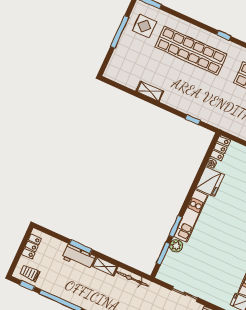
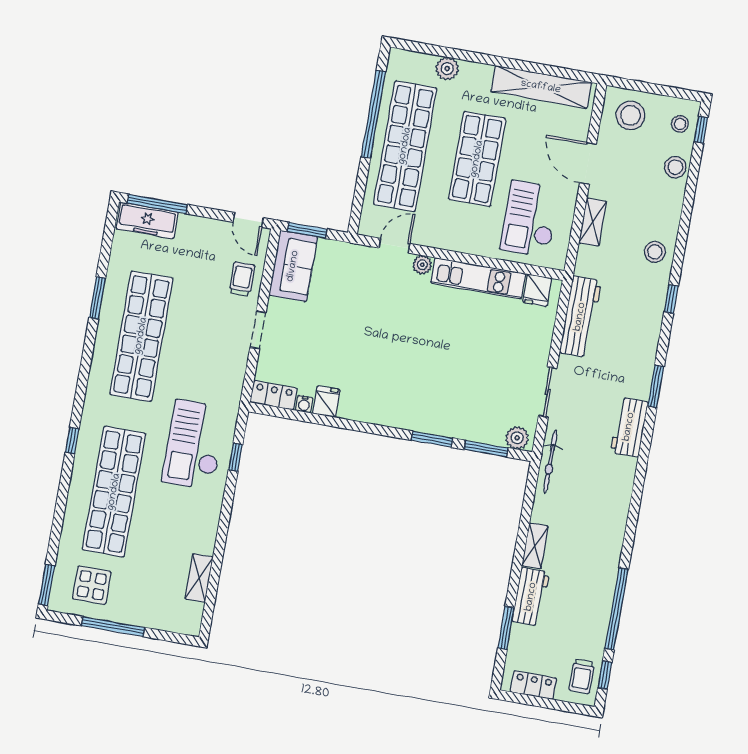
shelving: (150, 91) -> (199, 578), moved
checkout: (205, 100) -> (194, 445), added
fridge: (210, 182) -> (326, 402), width x0.53, depth x0.75
kitchen unit: (191, 216) -> (407, 417), removed
plant: (176, 246) -> (517, 438), moved
window: (81, 247) -> (506, 628), moved
bicycle: (133, 279) -> (550, 462), moved

